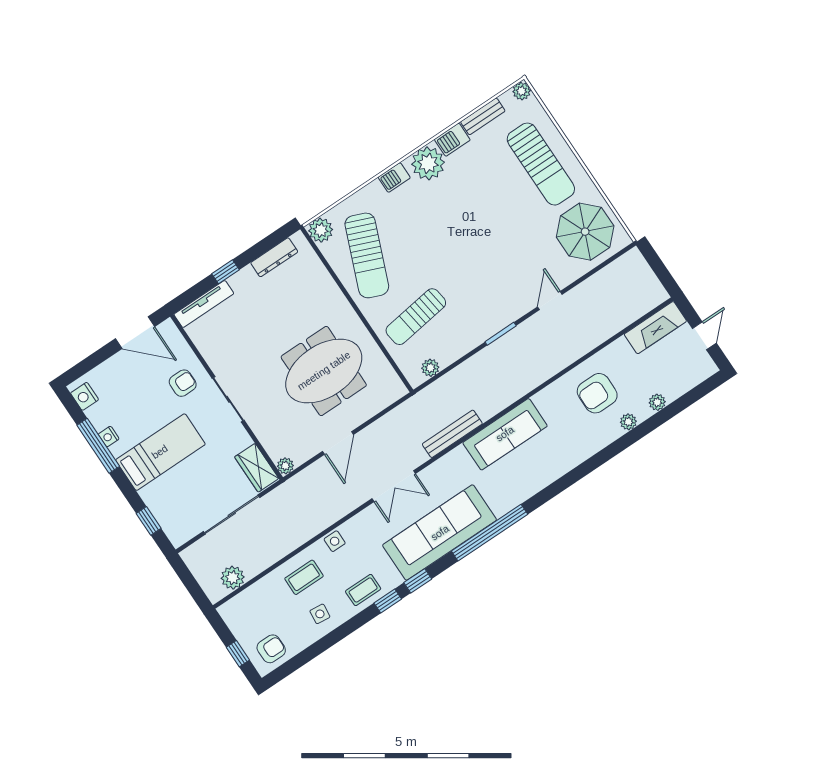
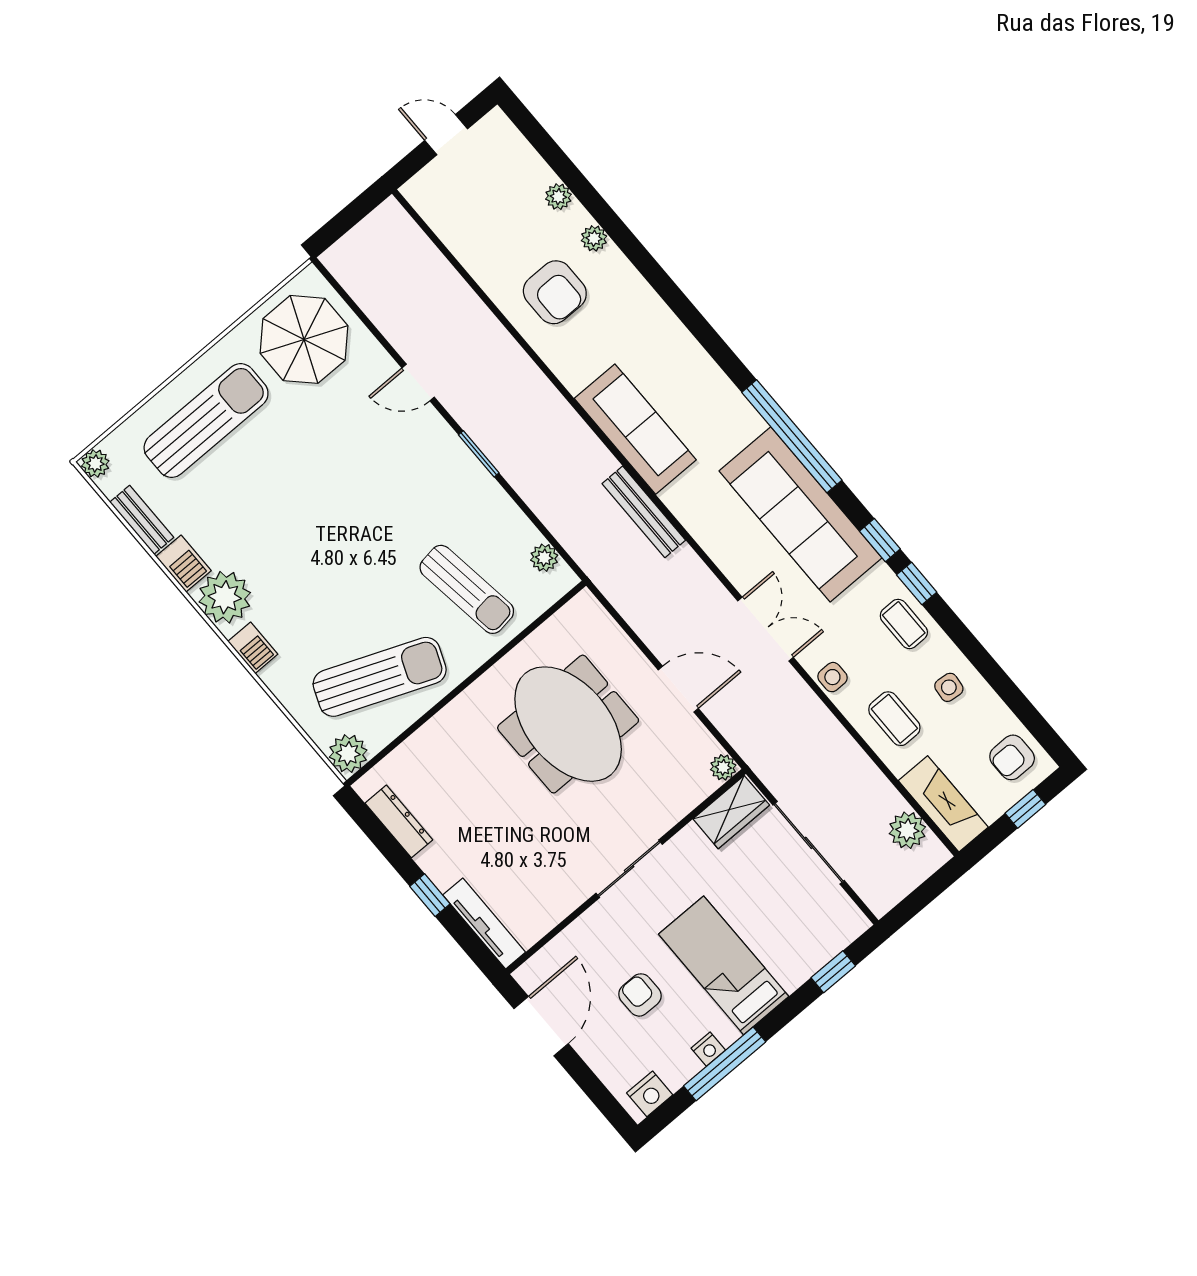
fireplace: (655, 328) -> (943, 804), moved
armchair: (183, 383) -> (640, 995), moved
double door: (394, 486) -> (765, 629), moved
armchair: (271, 649) -> (1012, 757), turned -90

